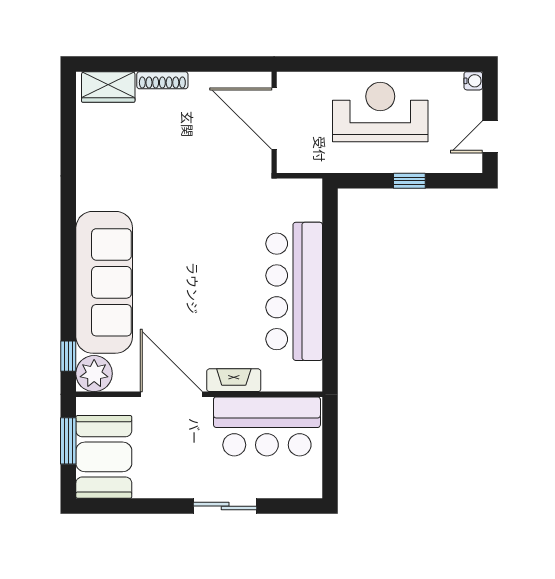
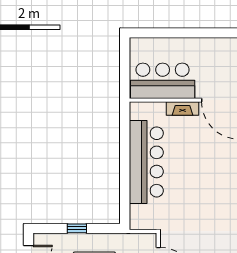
sliding door: (225, 506) -> (188, 33), removed

